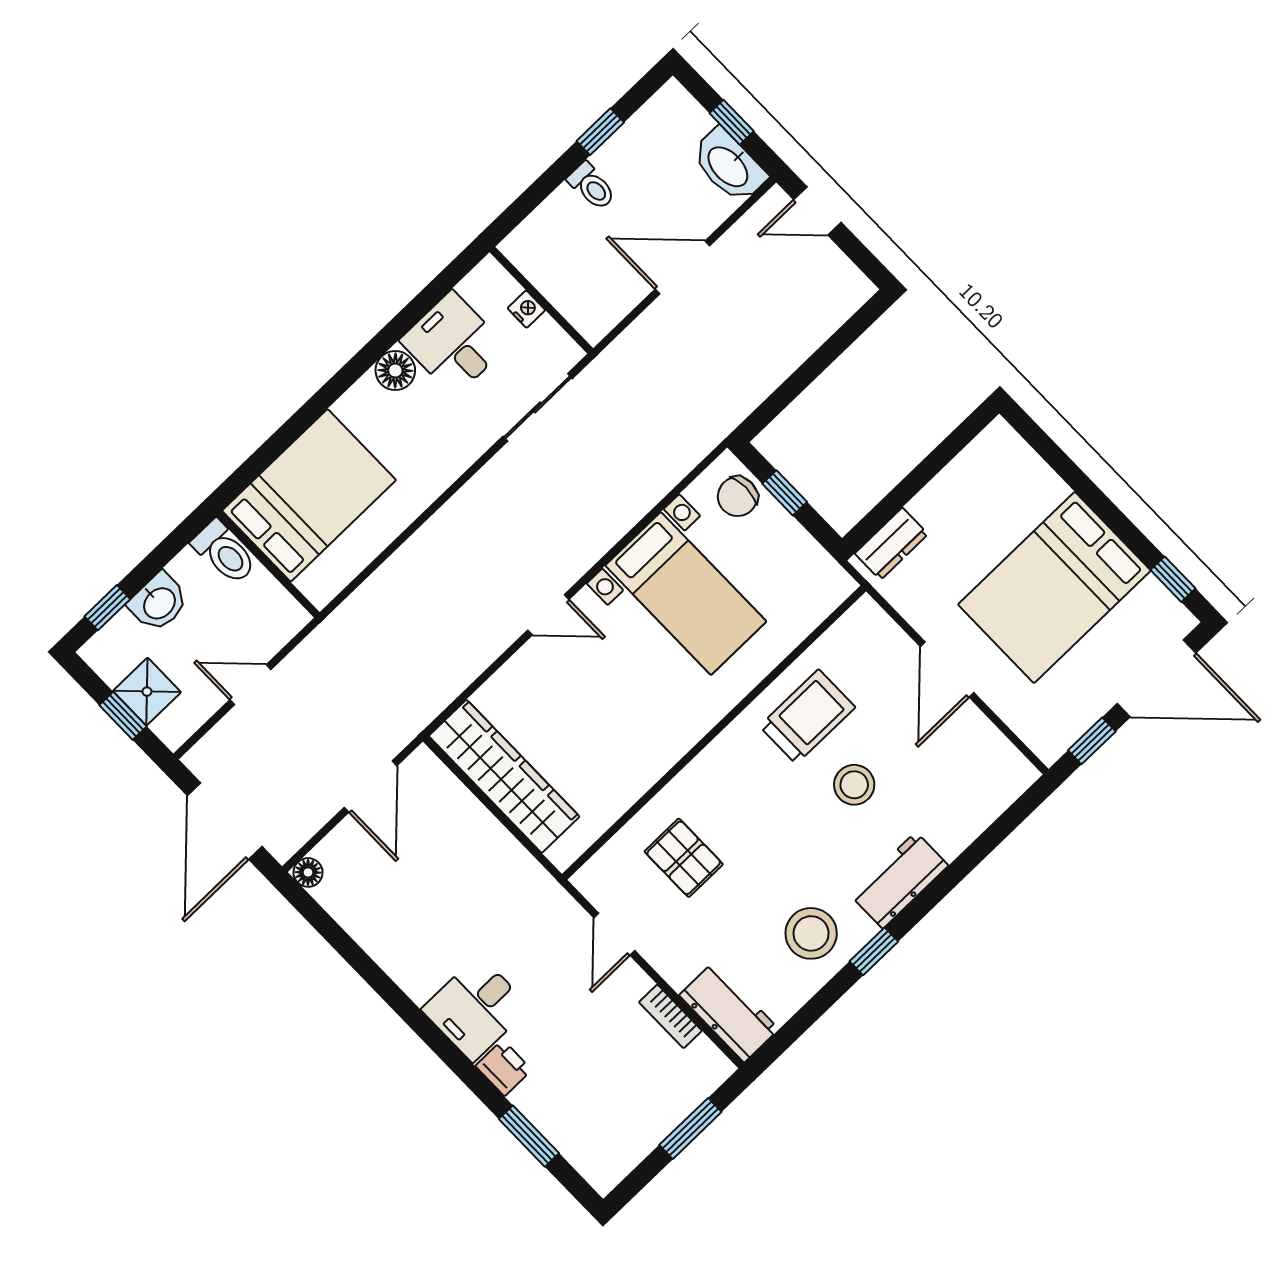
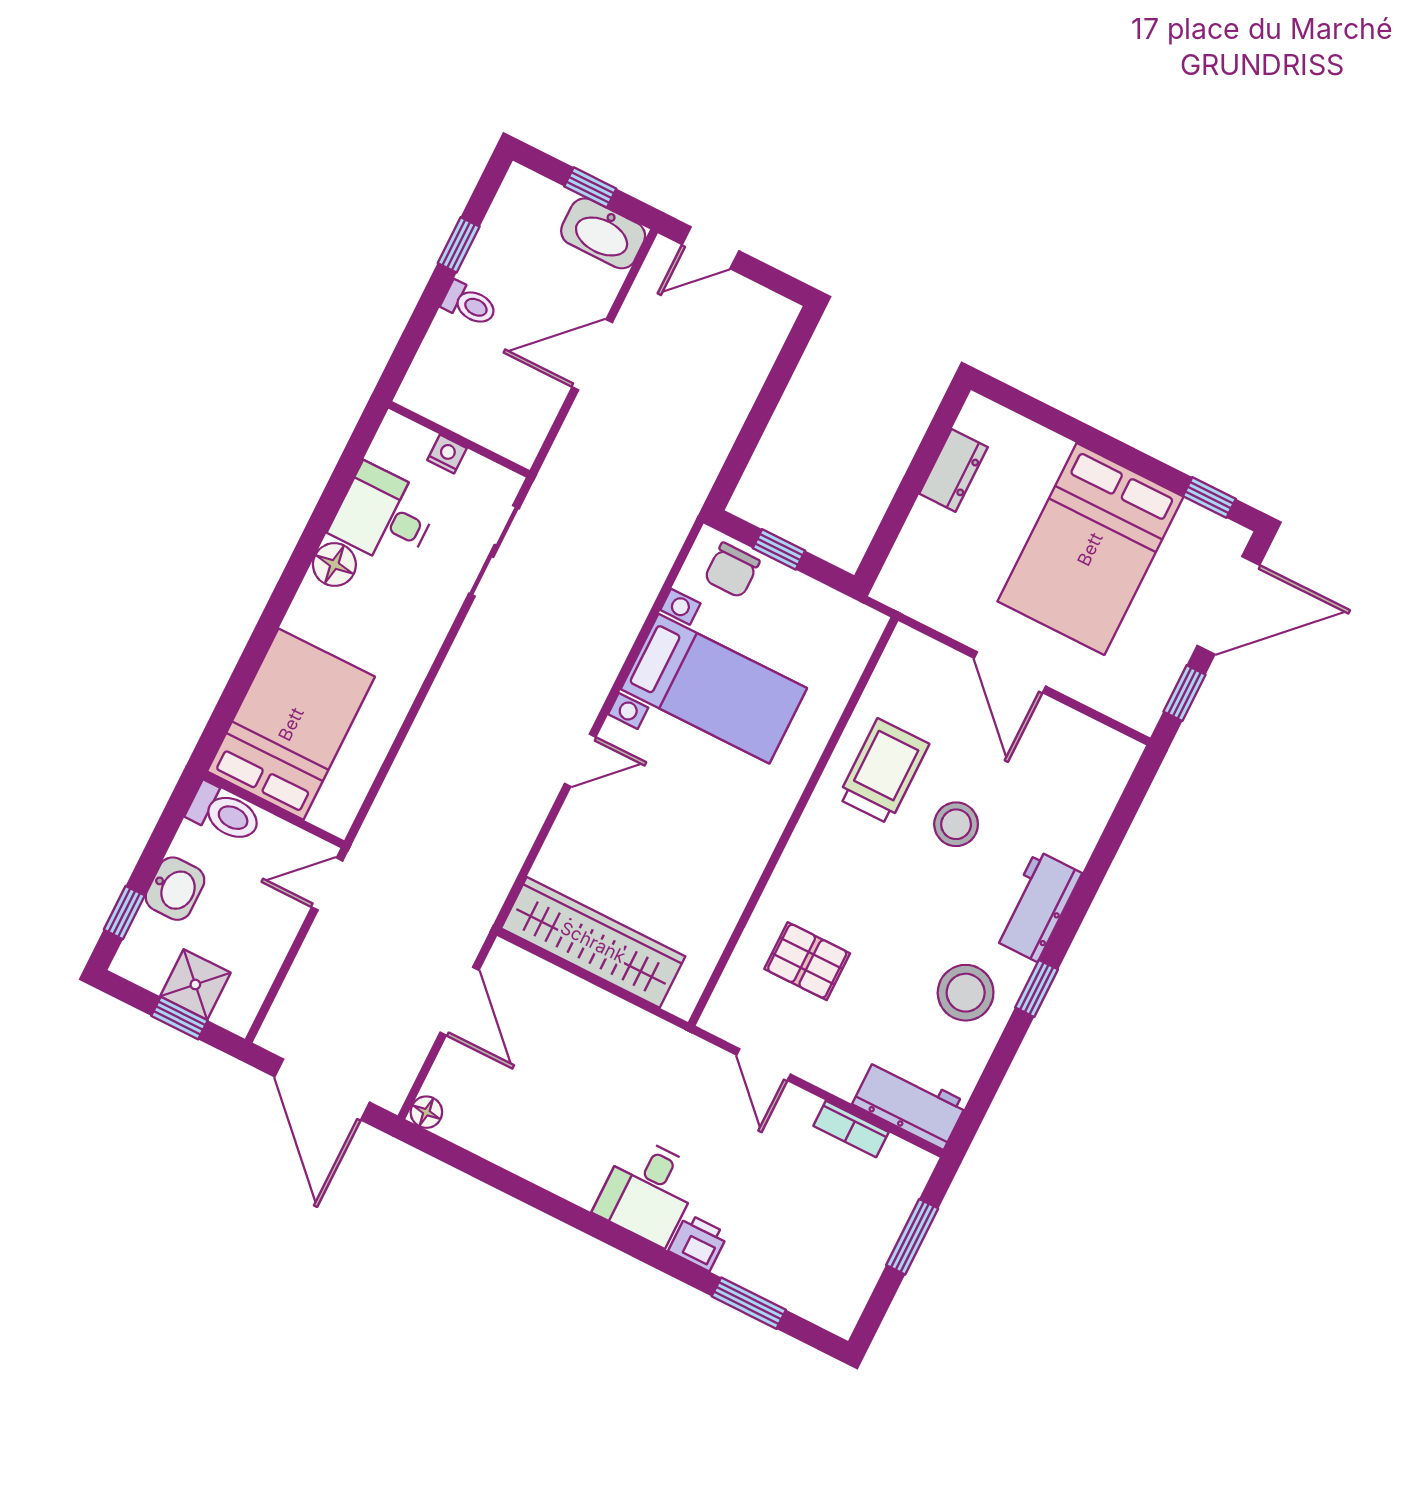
dresser: (891, 544) -> (953, 470), moved
door: (250, 685) -> (327, 884), moved

